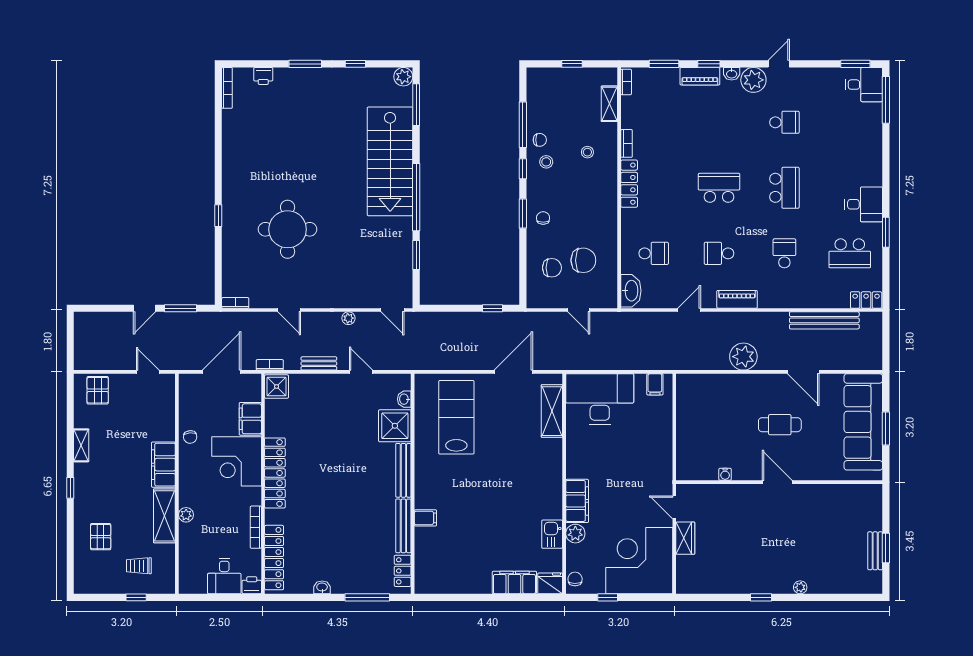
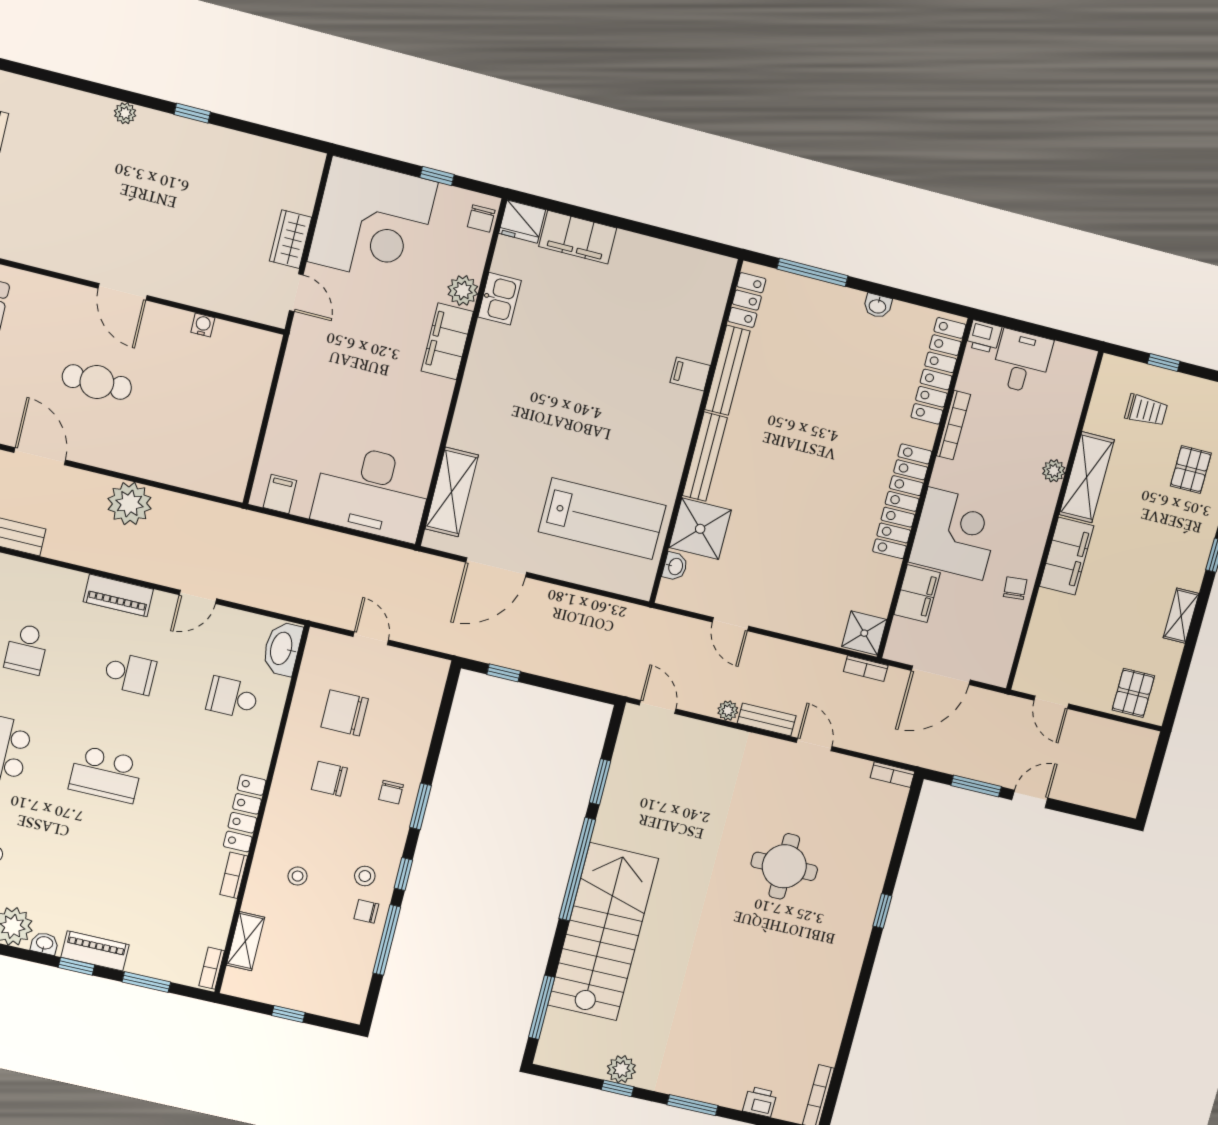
plant: (403, 77) -> (621, 1069), moved
round table: (288, 229) -> (784, 866), width x0.73, depth x0.73
chair: (552, 268) -> (329, 779), moved
bench: (319, 363) -> (767, 719), moved
lab bench: (456, 417) -> (602, 519), turned -90

